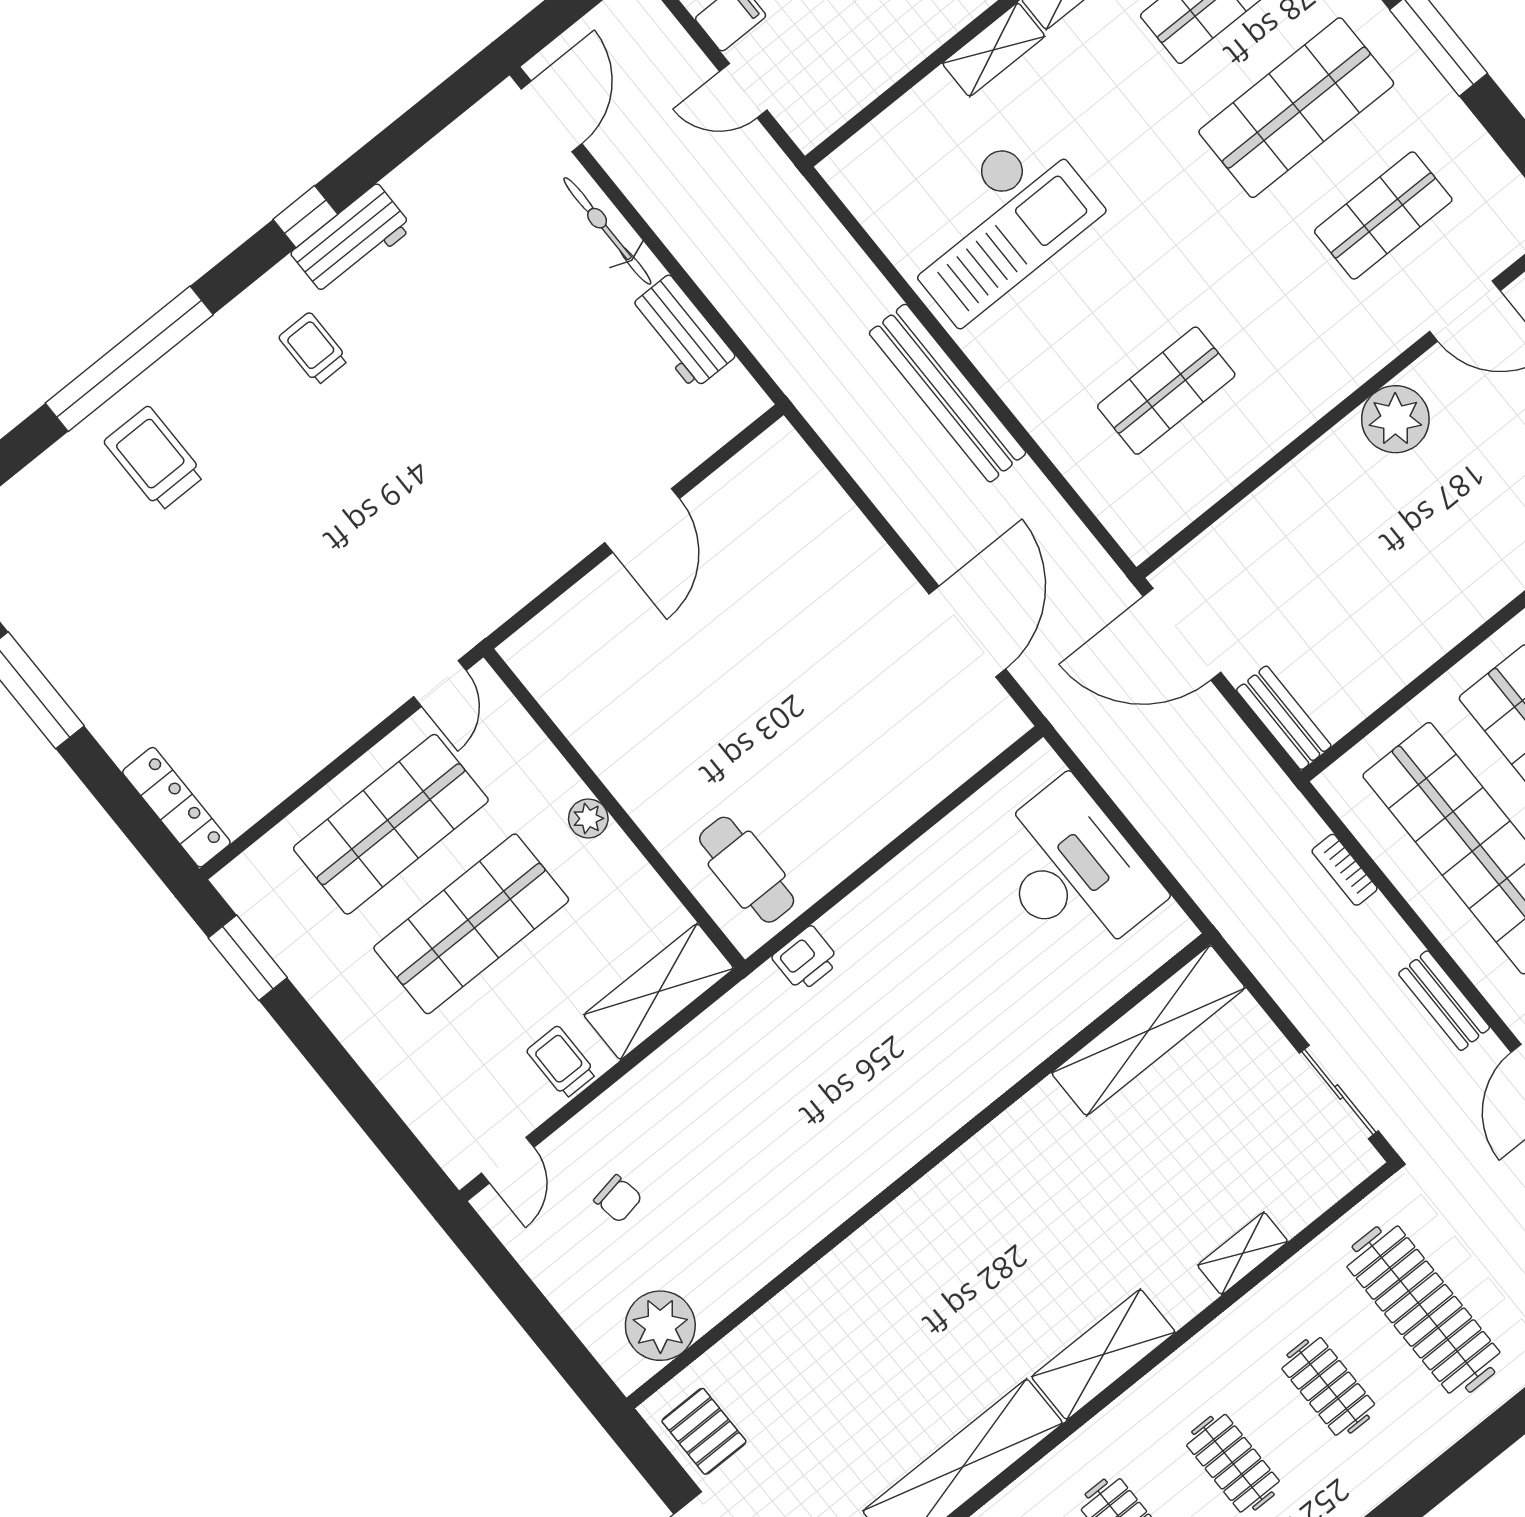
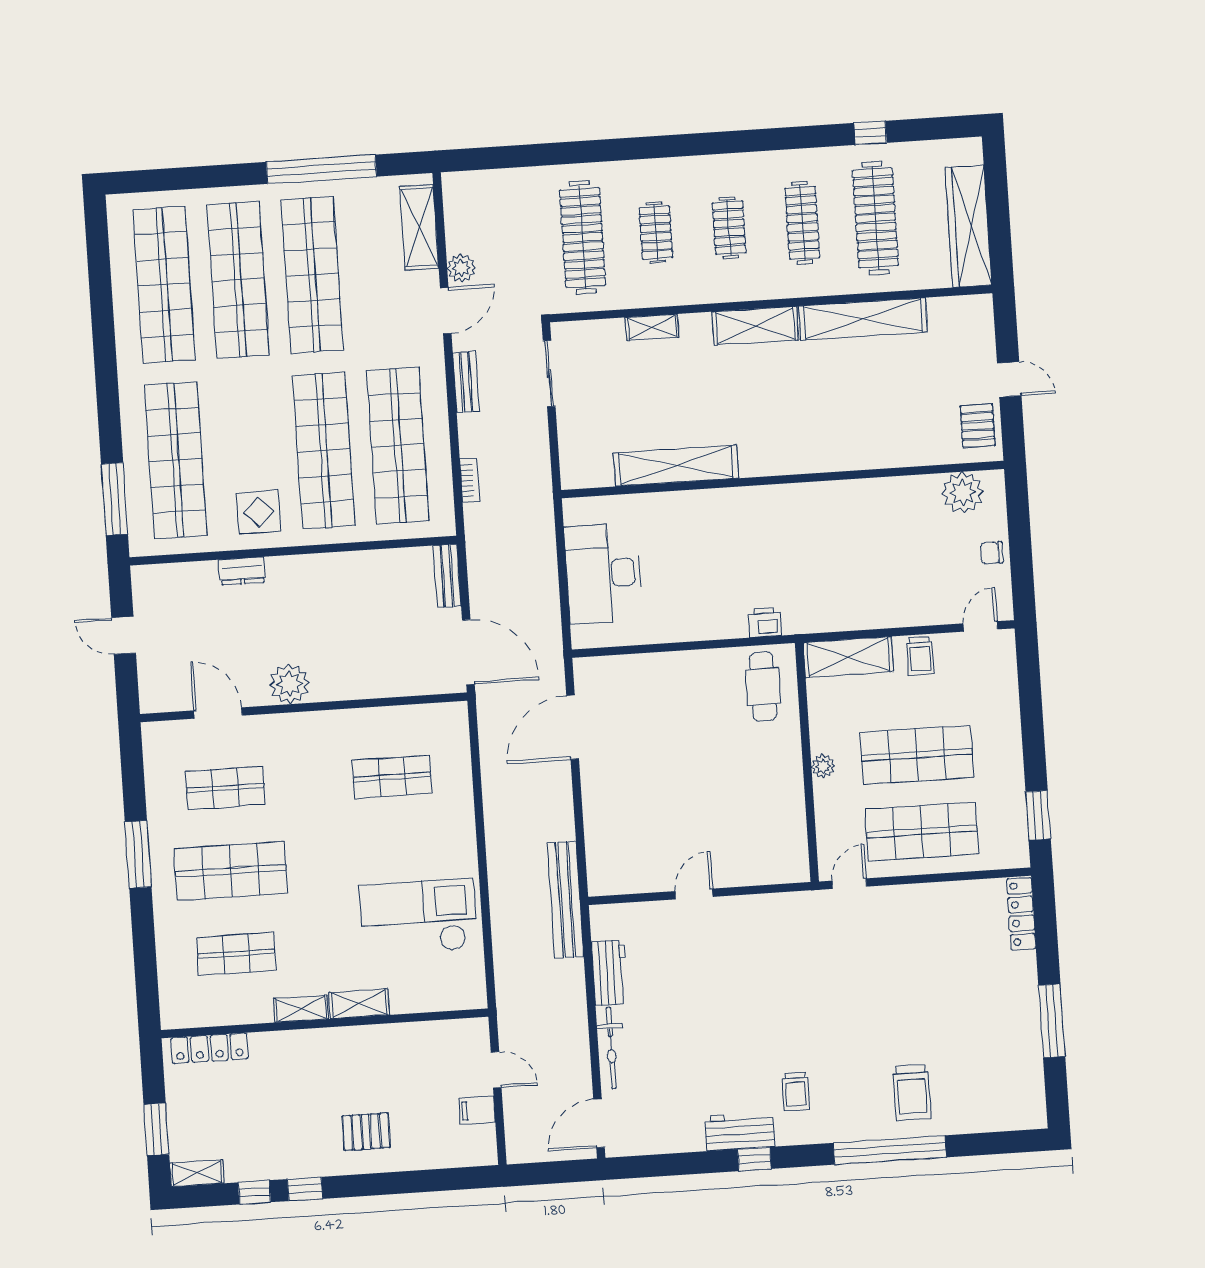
bench: (948, 393) -> (566, 900), moved
door: (642, 520) -> (694, 894), width x0.73
shelving: (1148, 1030) -> (676, 466), moved
chair: (618, 1199) -> (992, 553), moved, turned -80

